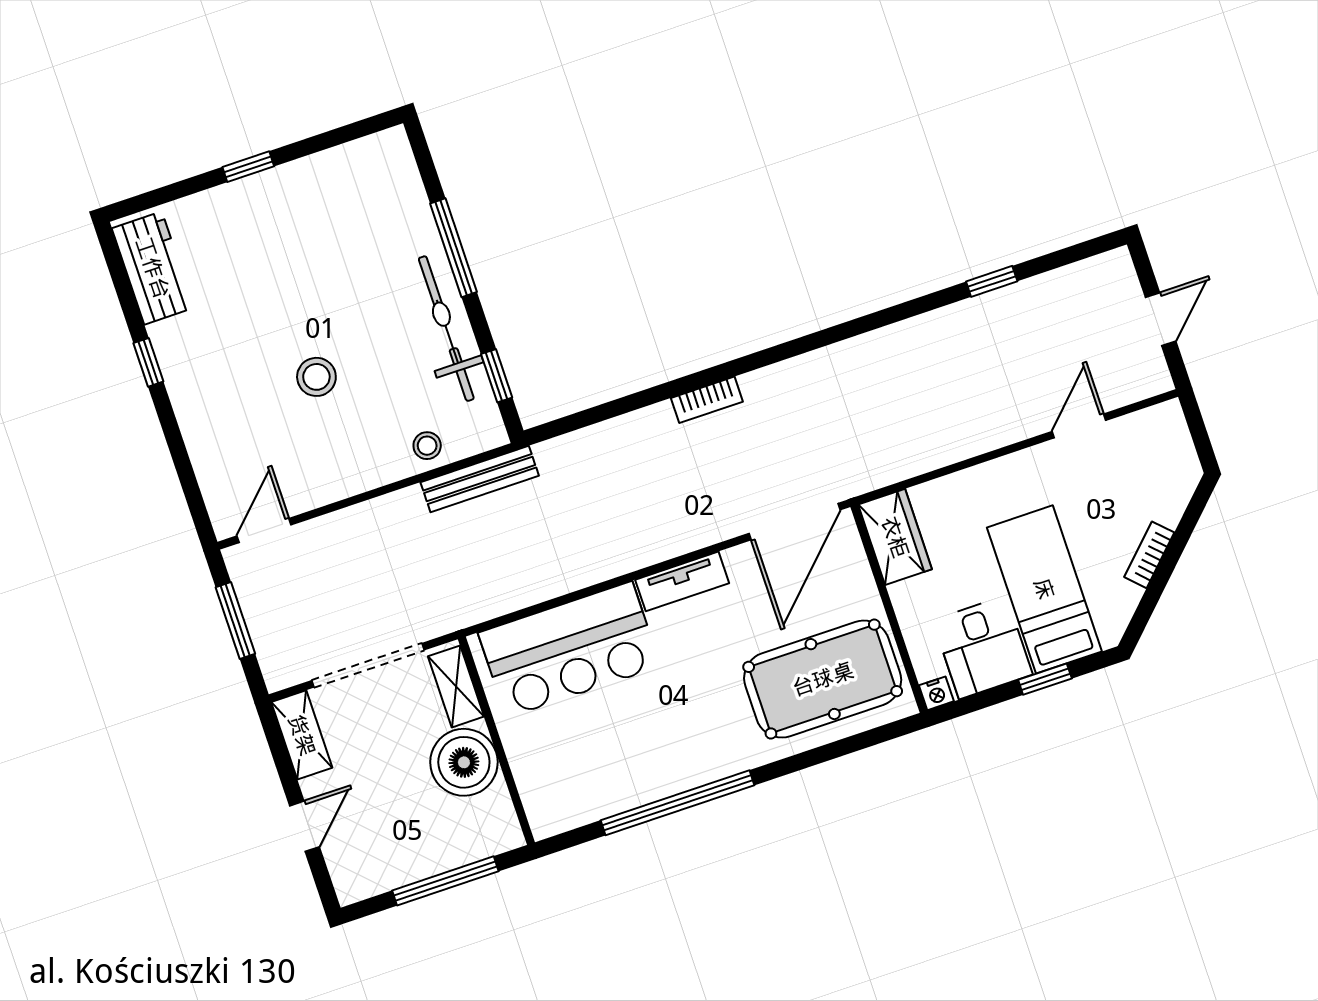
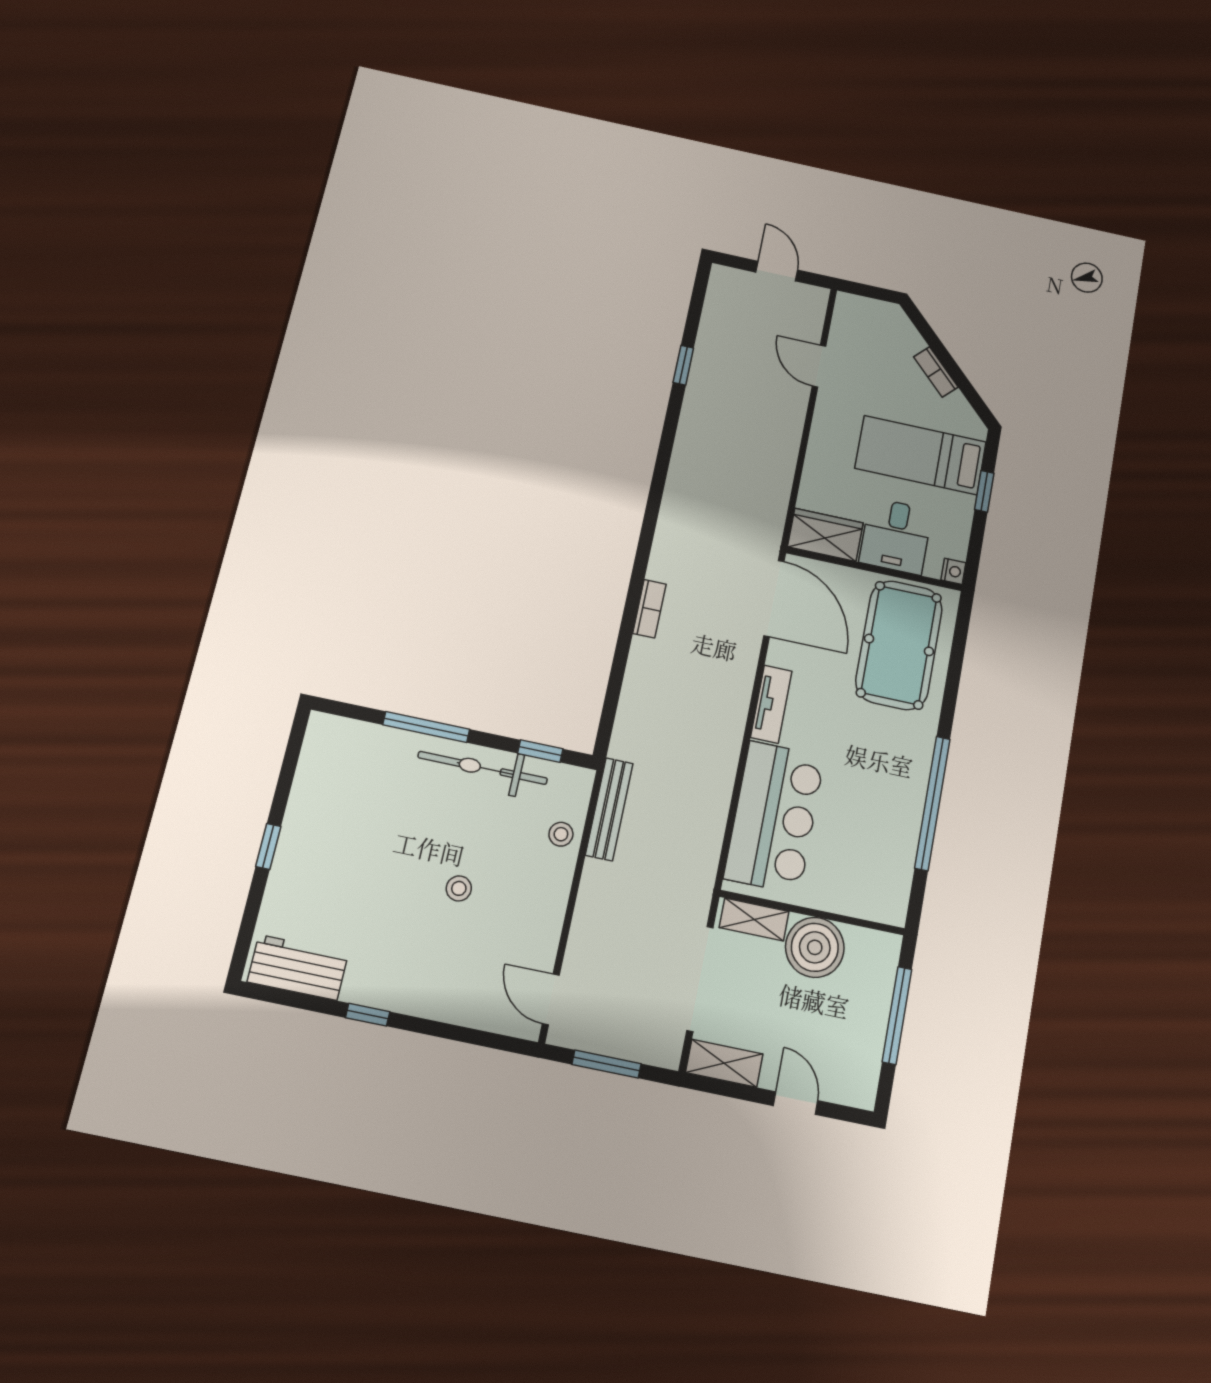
stool: (316, 377) -> (459, 888), width x0.73, depth x0.73
desk: (983, 647) -> (896, 536), moved, turned 90

